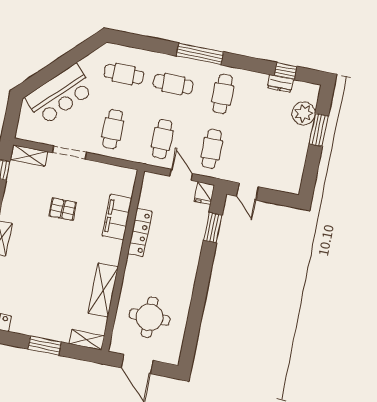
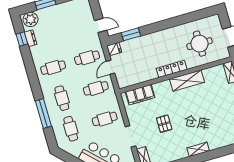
window: (200, 54) -> (43, 113), moved
plant: (304, 113) -> (30, 19), moved
door: (247, 191) -> (101, 25), hinge flipped
filing cabinet: (117, 217) -> (140, 95), moved
locker: (140, 233) -> (172, 69), moved
shelving: (103, 290) -> (187, 81), moved

